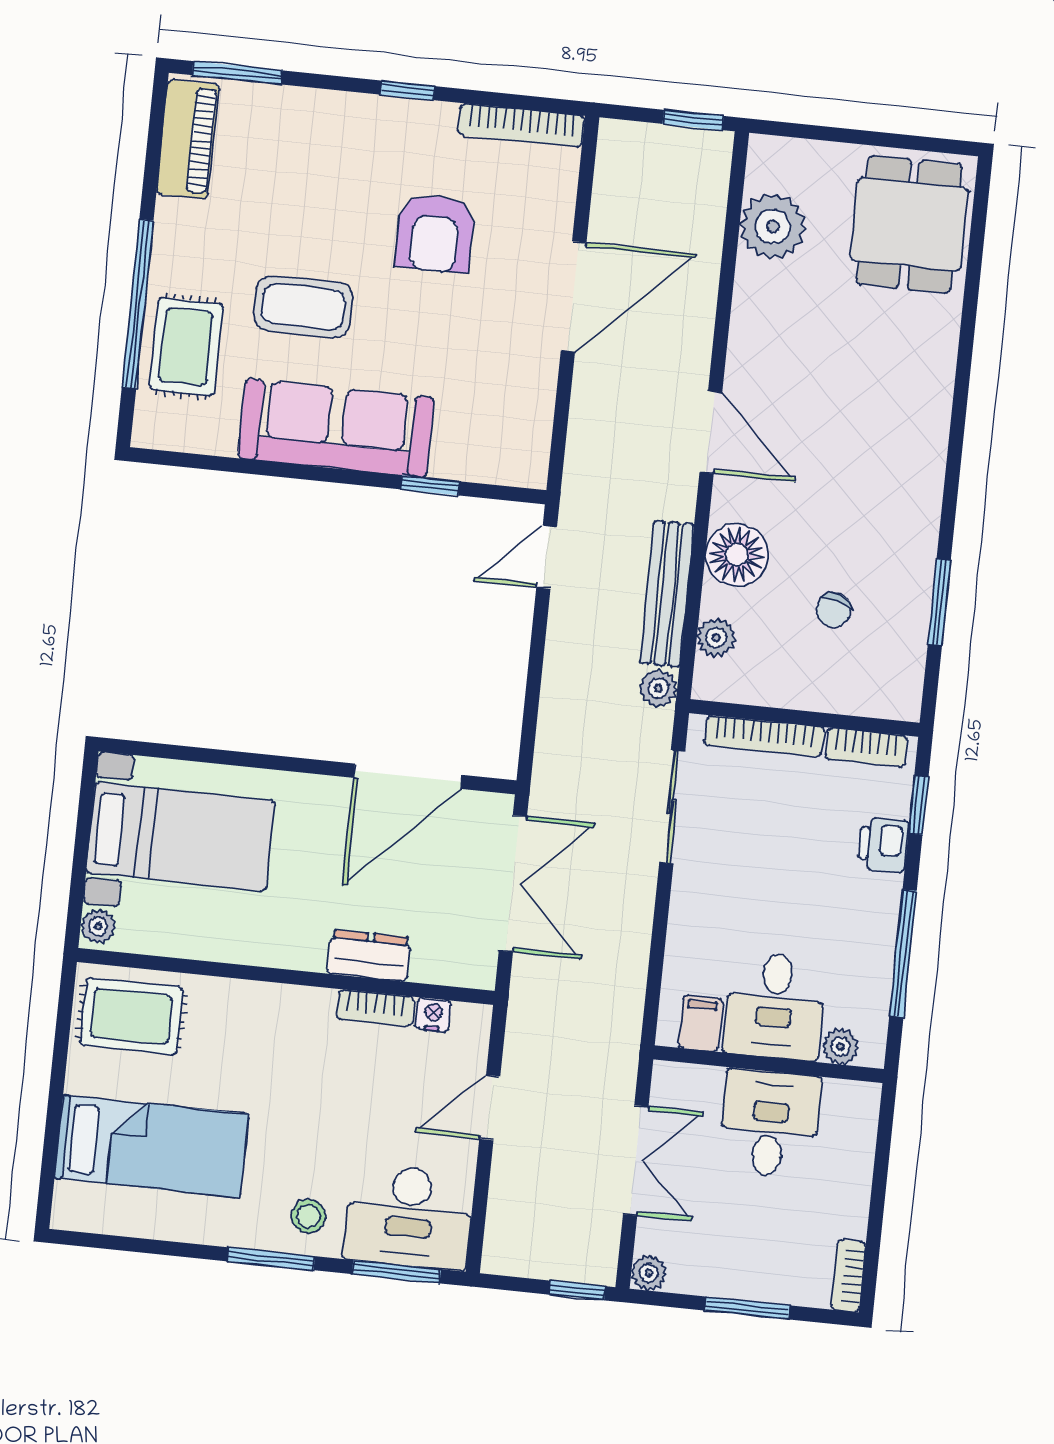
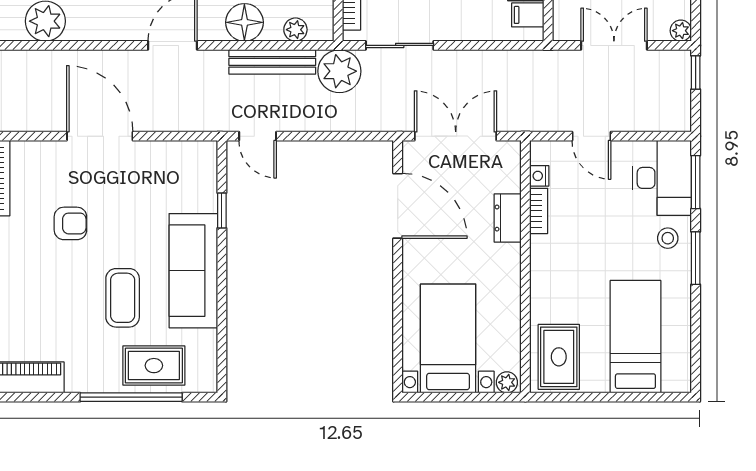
armchair: (435, 233) -> (70, 223), width x0.72, depth x0.72
plant: (658, 688) -> (339, 71), width x1.87, depth x1.87

